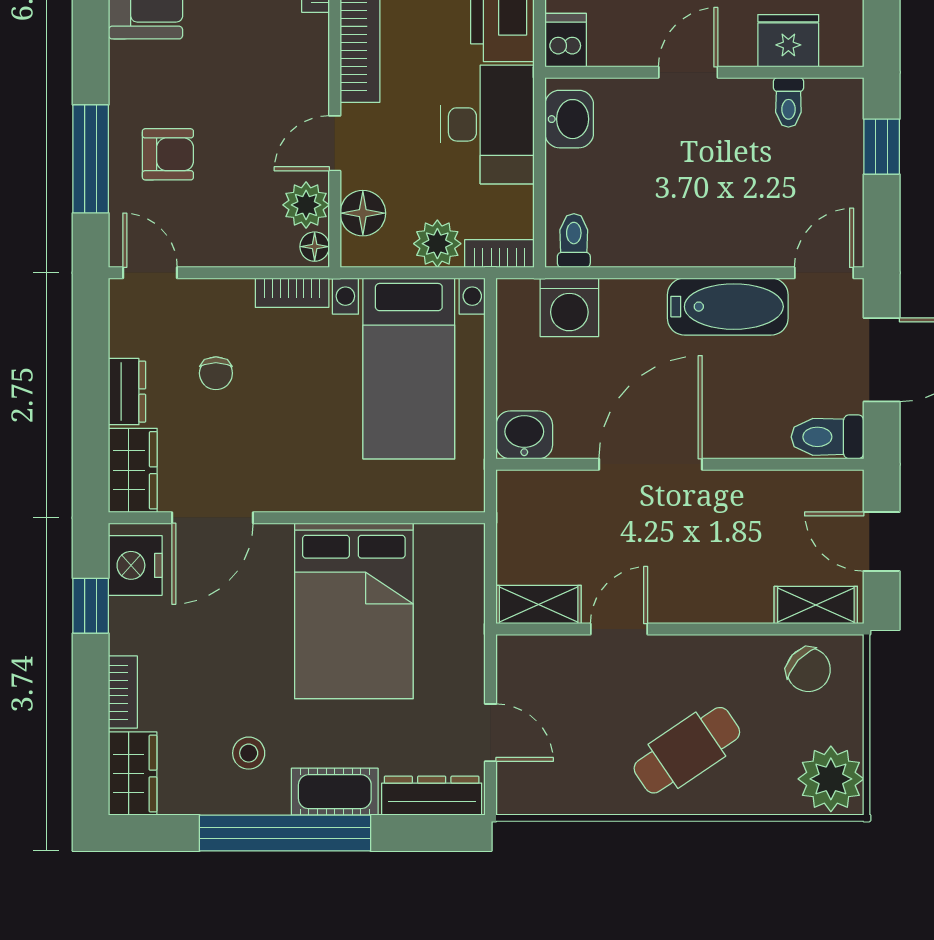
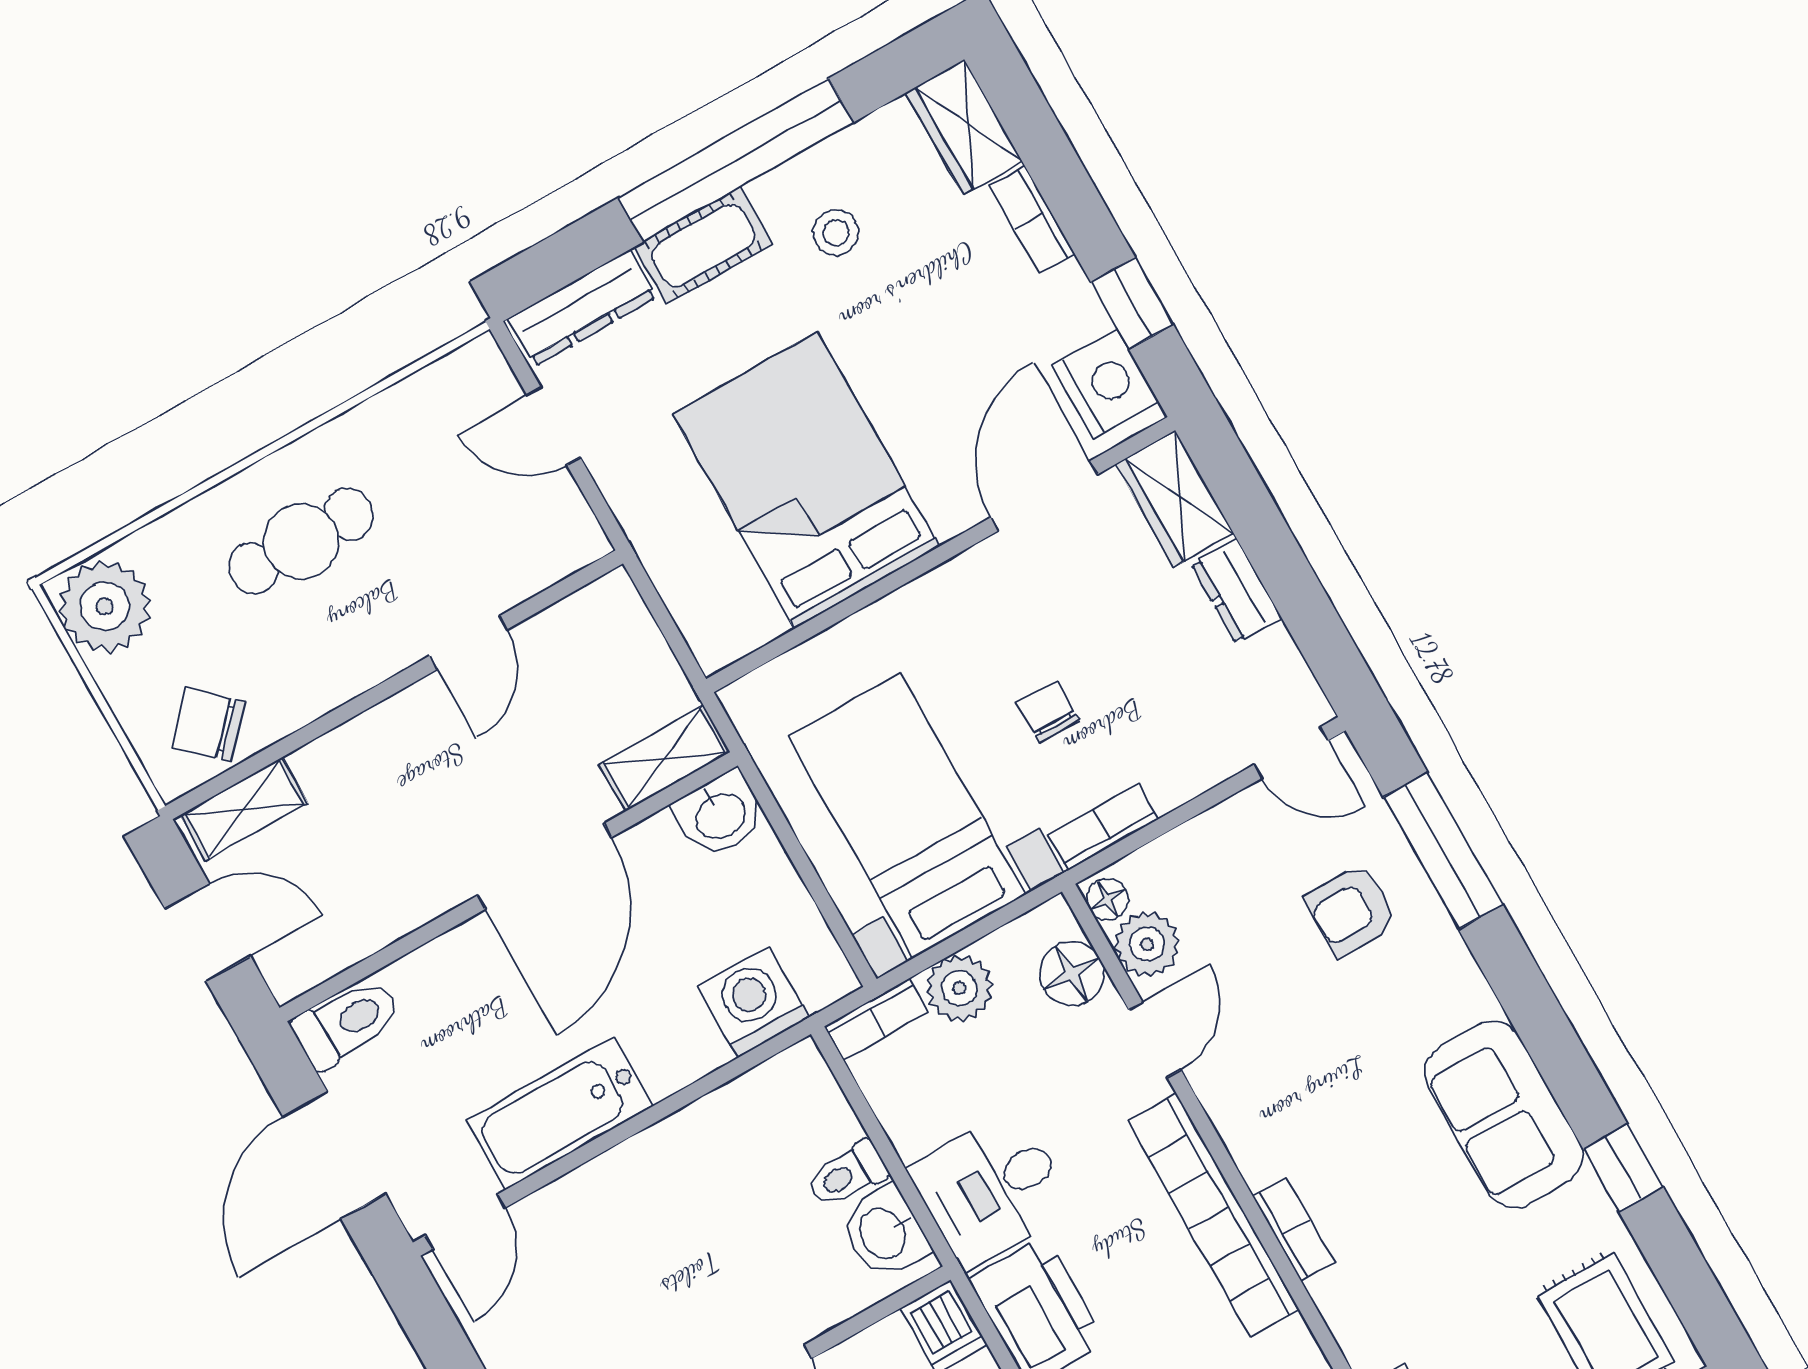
desk: (488, 124) -> (992, 1189), width x0.73
toilet: (574, 241) -> (847, 1175), moved, turned 90
chair: (216, 373) -> (1048, 712), moved
shelving: (539, 605) -> (665, 758), moved
cafe table: (687, 750) -> (301, 541), turned 34

